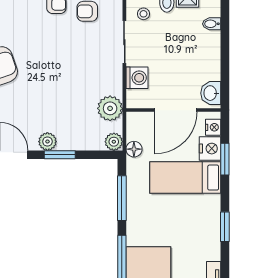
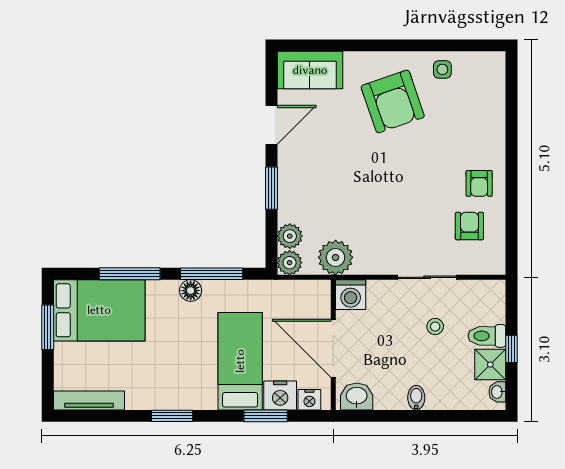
stool: (143, 14) -> (435, 327), moved
bidet: (212, 24) -> (416, 398), moved
washing machine: (137, 78) -> (351, 295), moved
plant: (47, 142) -> (290, 236), moved
floor lamp: (134, 149) -> (191, 291), moved

